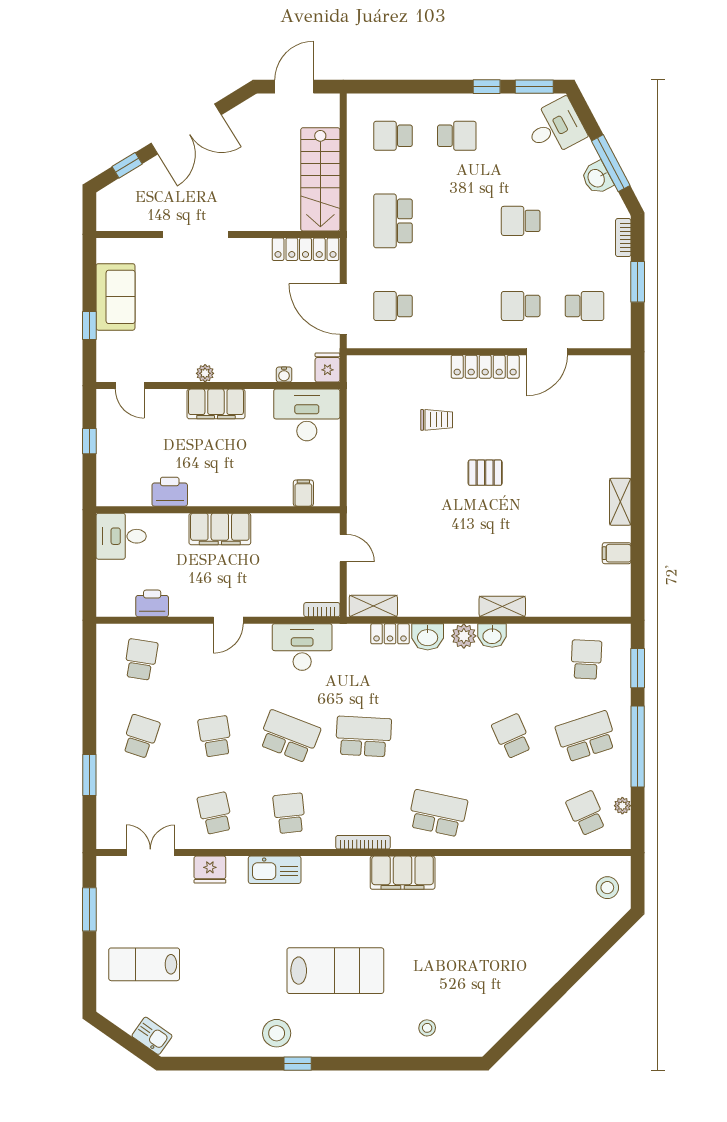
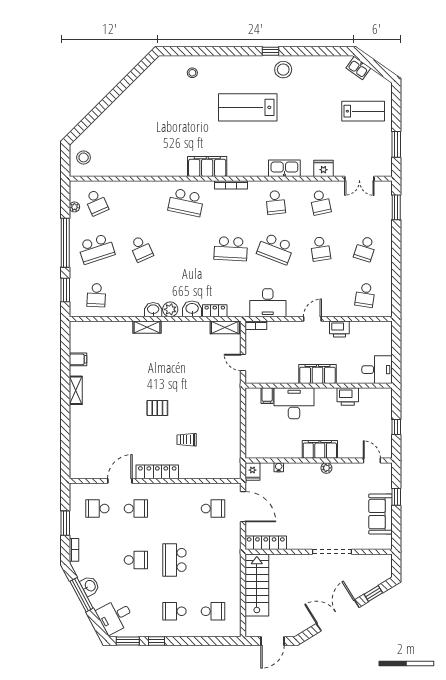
school desk: (393, 221) -> (174, 560), moved, turned 180
desk: (307, 415) -> (294, 403), moved, turned 180
printer: (152, 603) -> (339, 329), moved
window: (89, 775) -> (396, 207), moved

